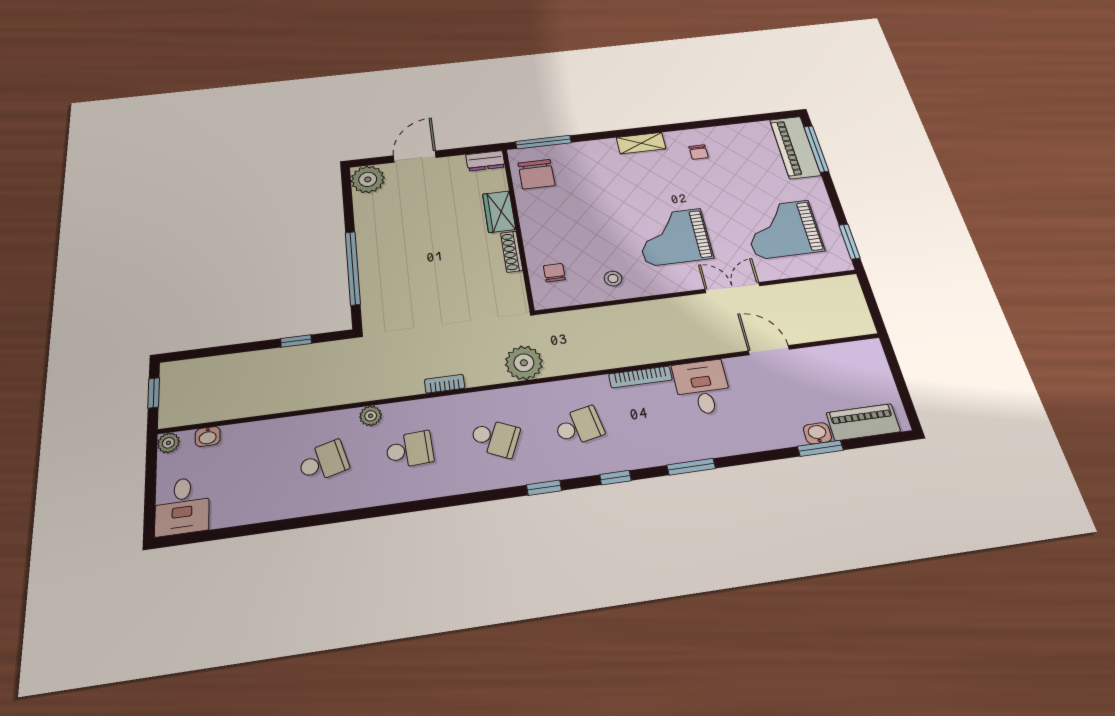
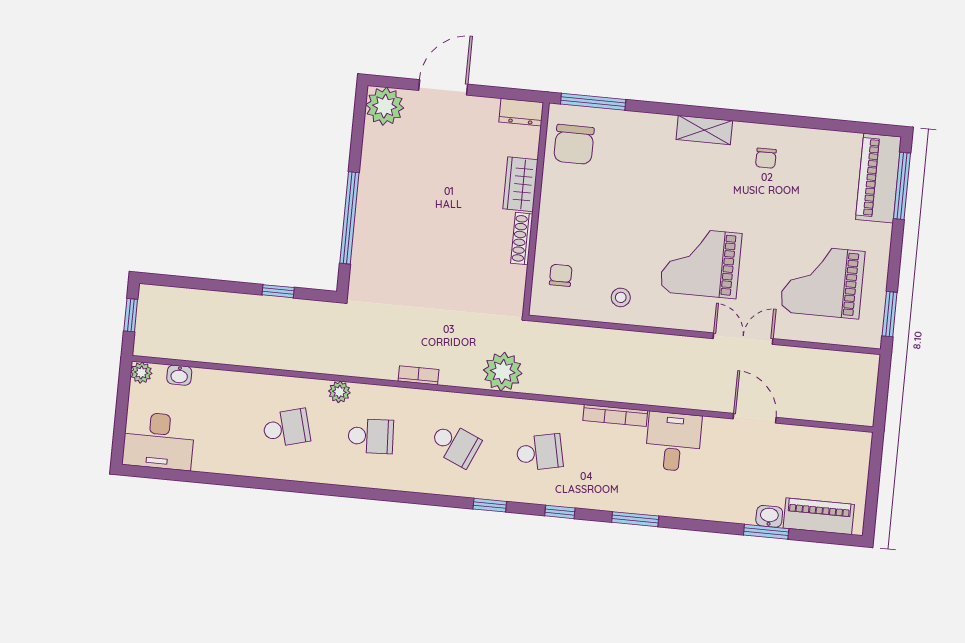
desk: (182, 506) -> (159, 441), width x1.37

